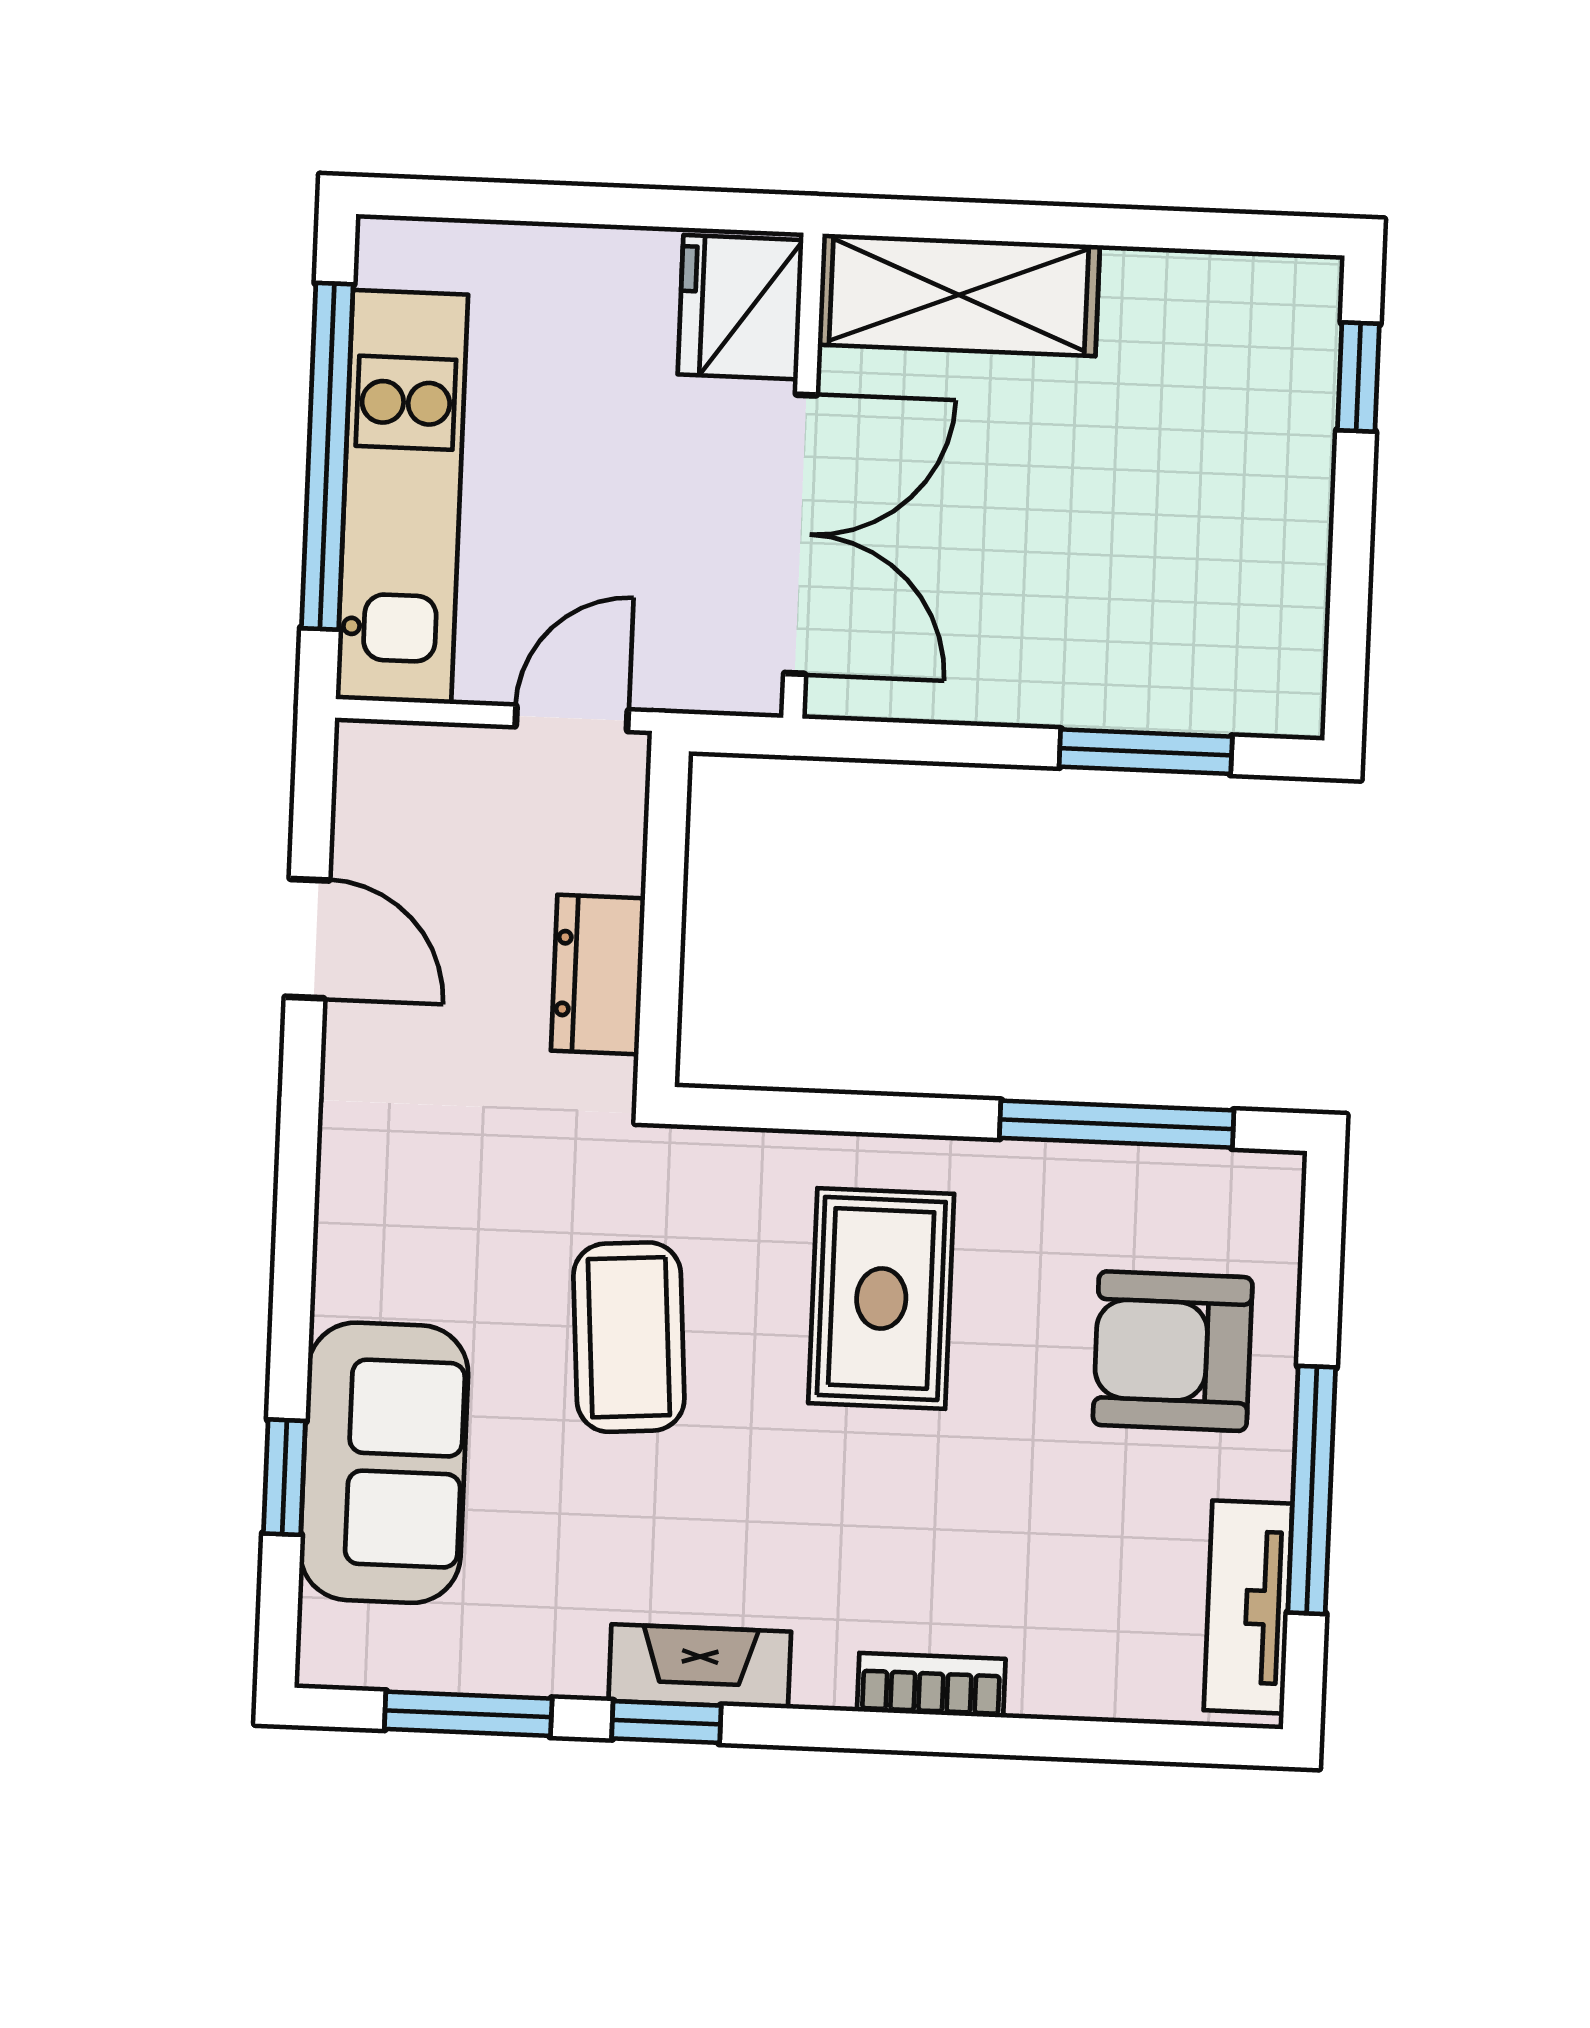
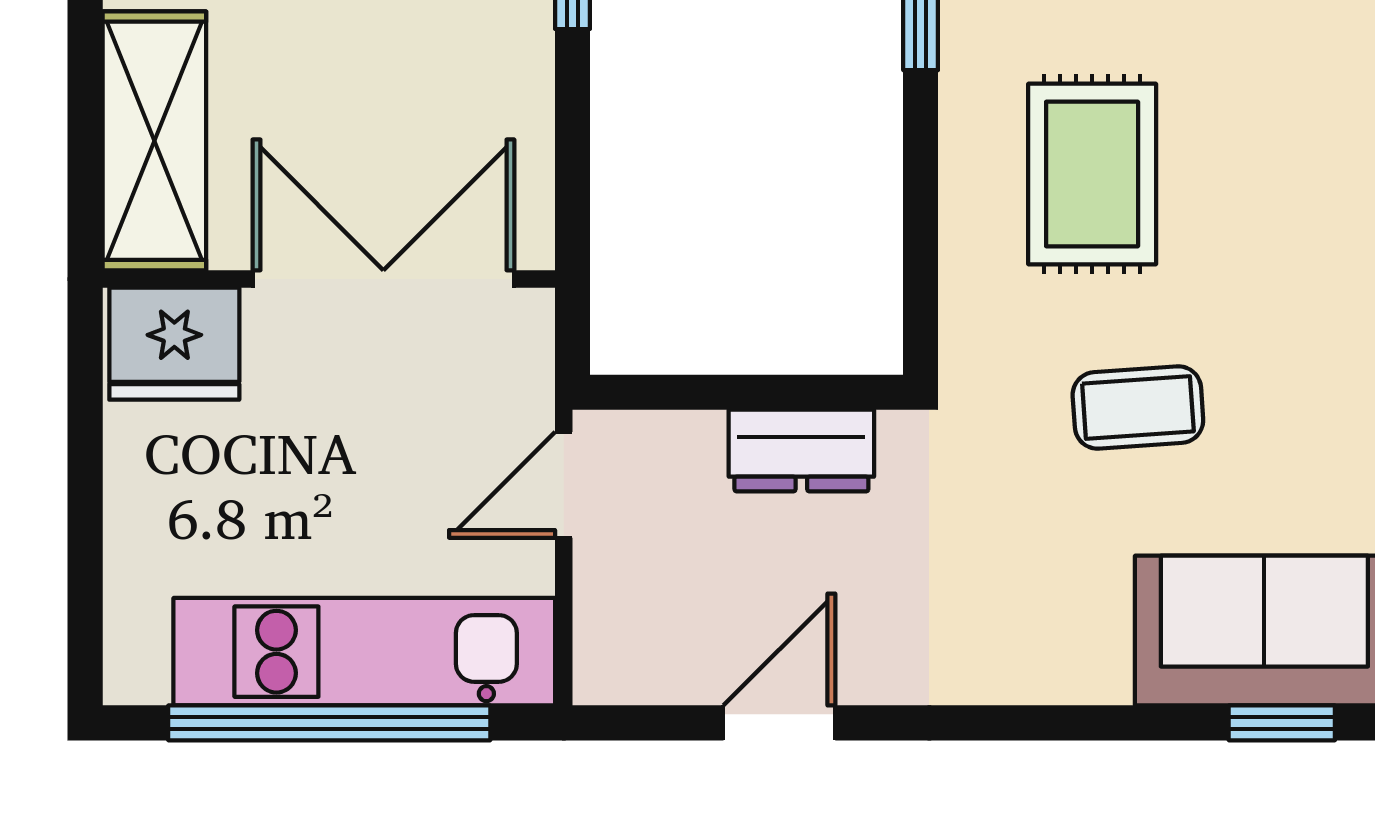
door: (572, 718) -> (564, 485), hinge flipped
rug: (881, 1299) -> (1092, 174), turned 90
coffee table: (629, 1337) -> (1138, 408), width x0.73, depth x0.77

